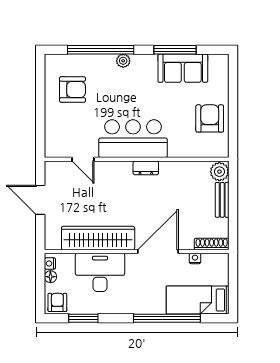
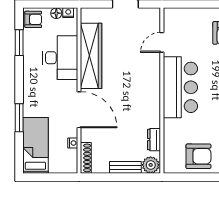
dresser: (146, 168) -> (154, 140), moved
window: (167, 318) -> (19, 118), width x0.47

